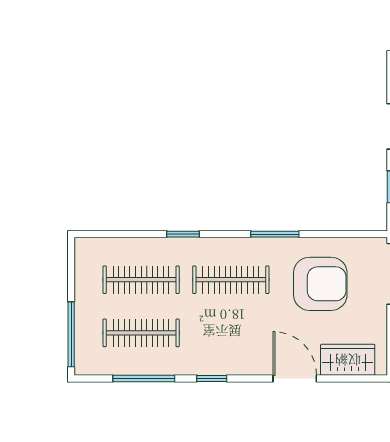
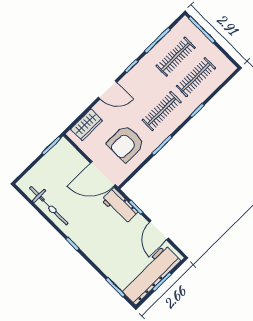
door: (295, 378) -> (108, 90), moved

